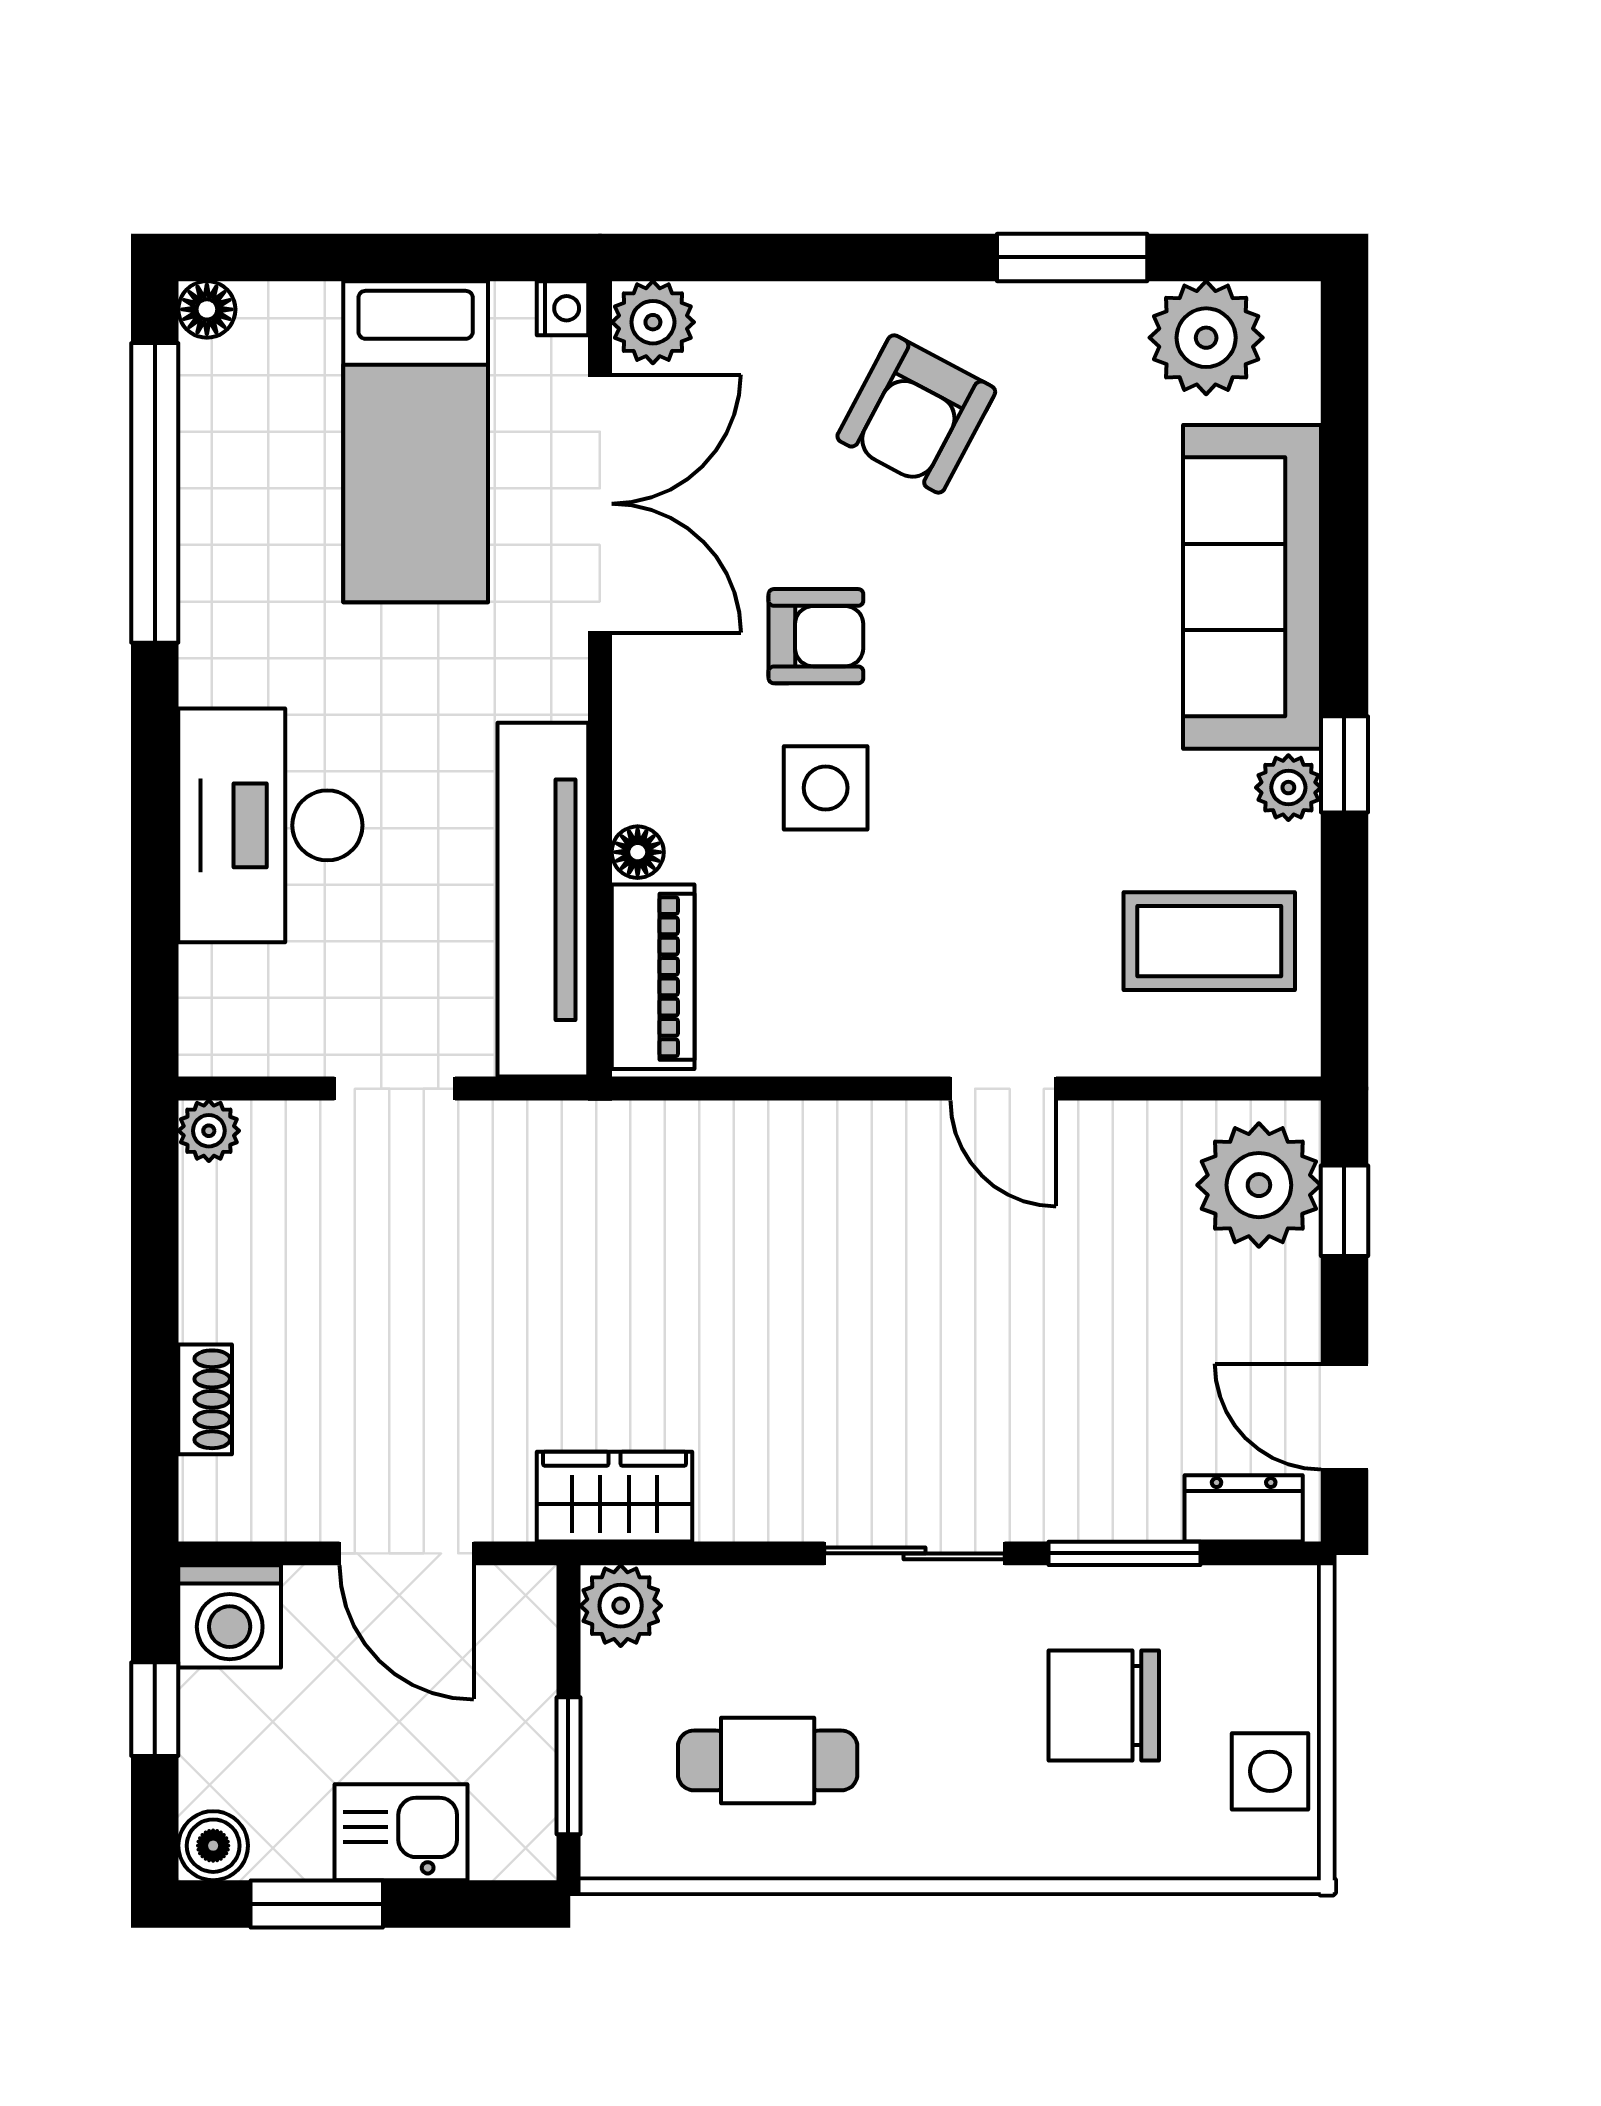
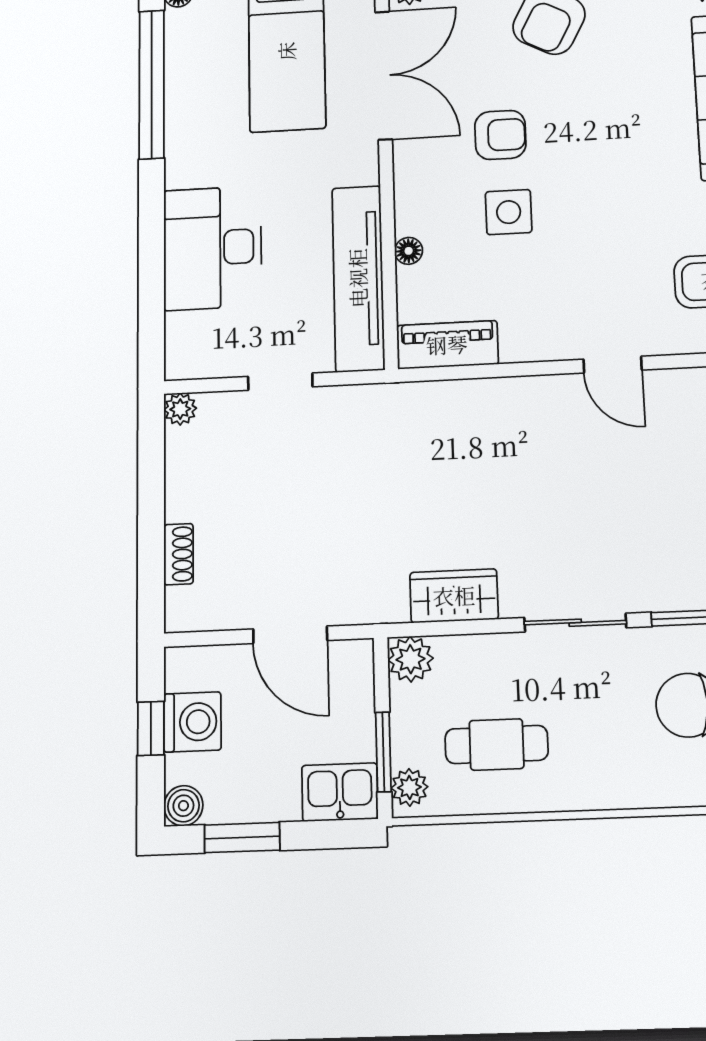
piano: (653, 977) -> (447, 345), moved, turned -90
wardrobe: (615, 1497) -> (454, 596), moved
washing machine: (230, 1616) -> (192, 722), moved, turned -90
plant: (613, 1829) -> (409, 787), added
kitchen sink: (401, 1832) -> (340, 792), moved

